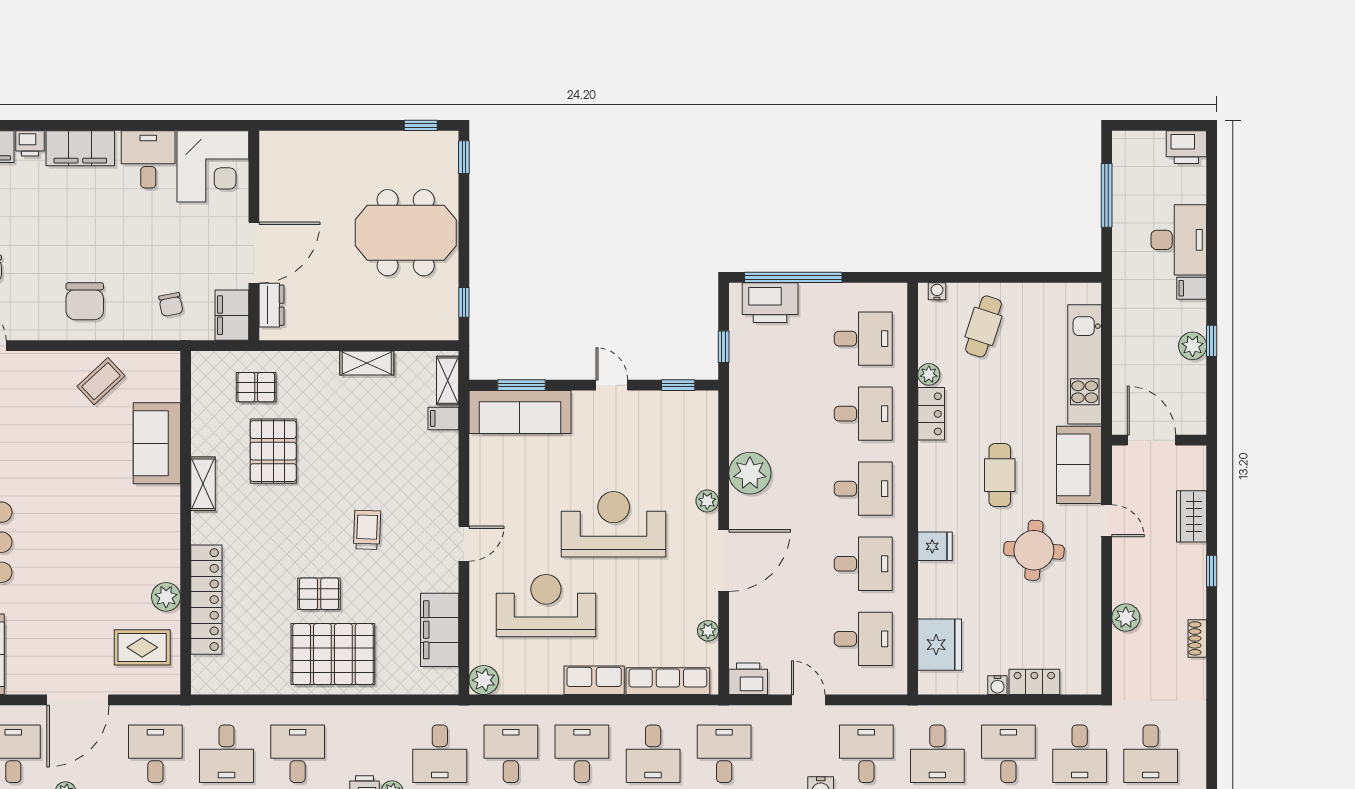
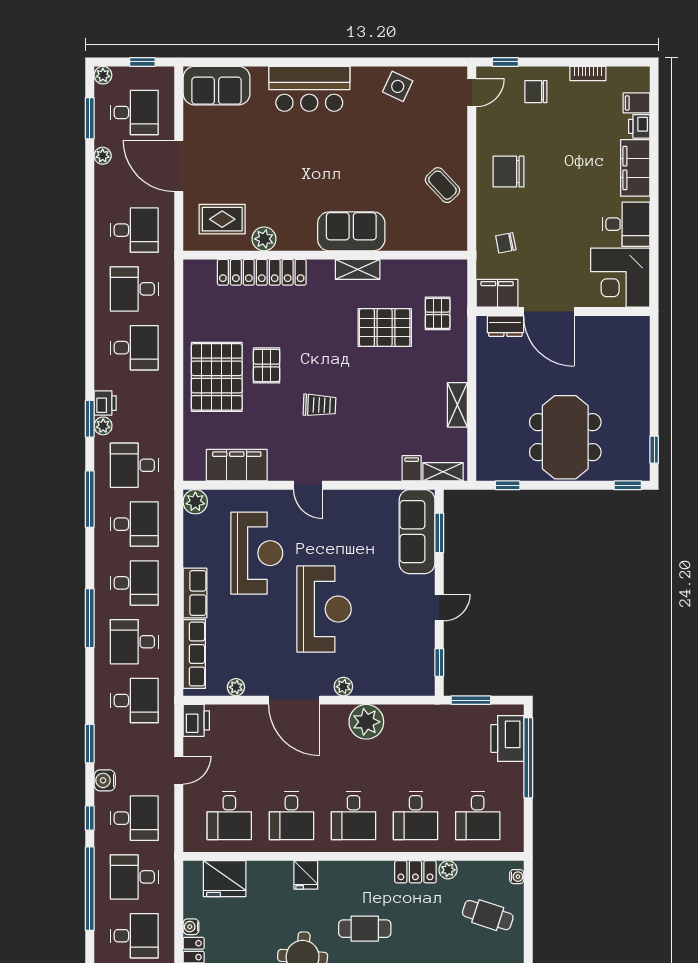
window: (724, 347) -> (471, 700), width x1.50
sofa: (157, 443) -> (351, 231), moved
rug: (142, 647) -> (222, 219), turned 90

